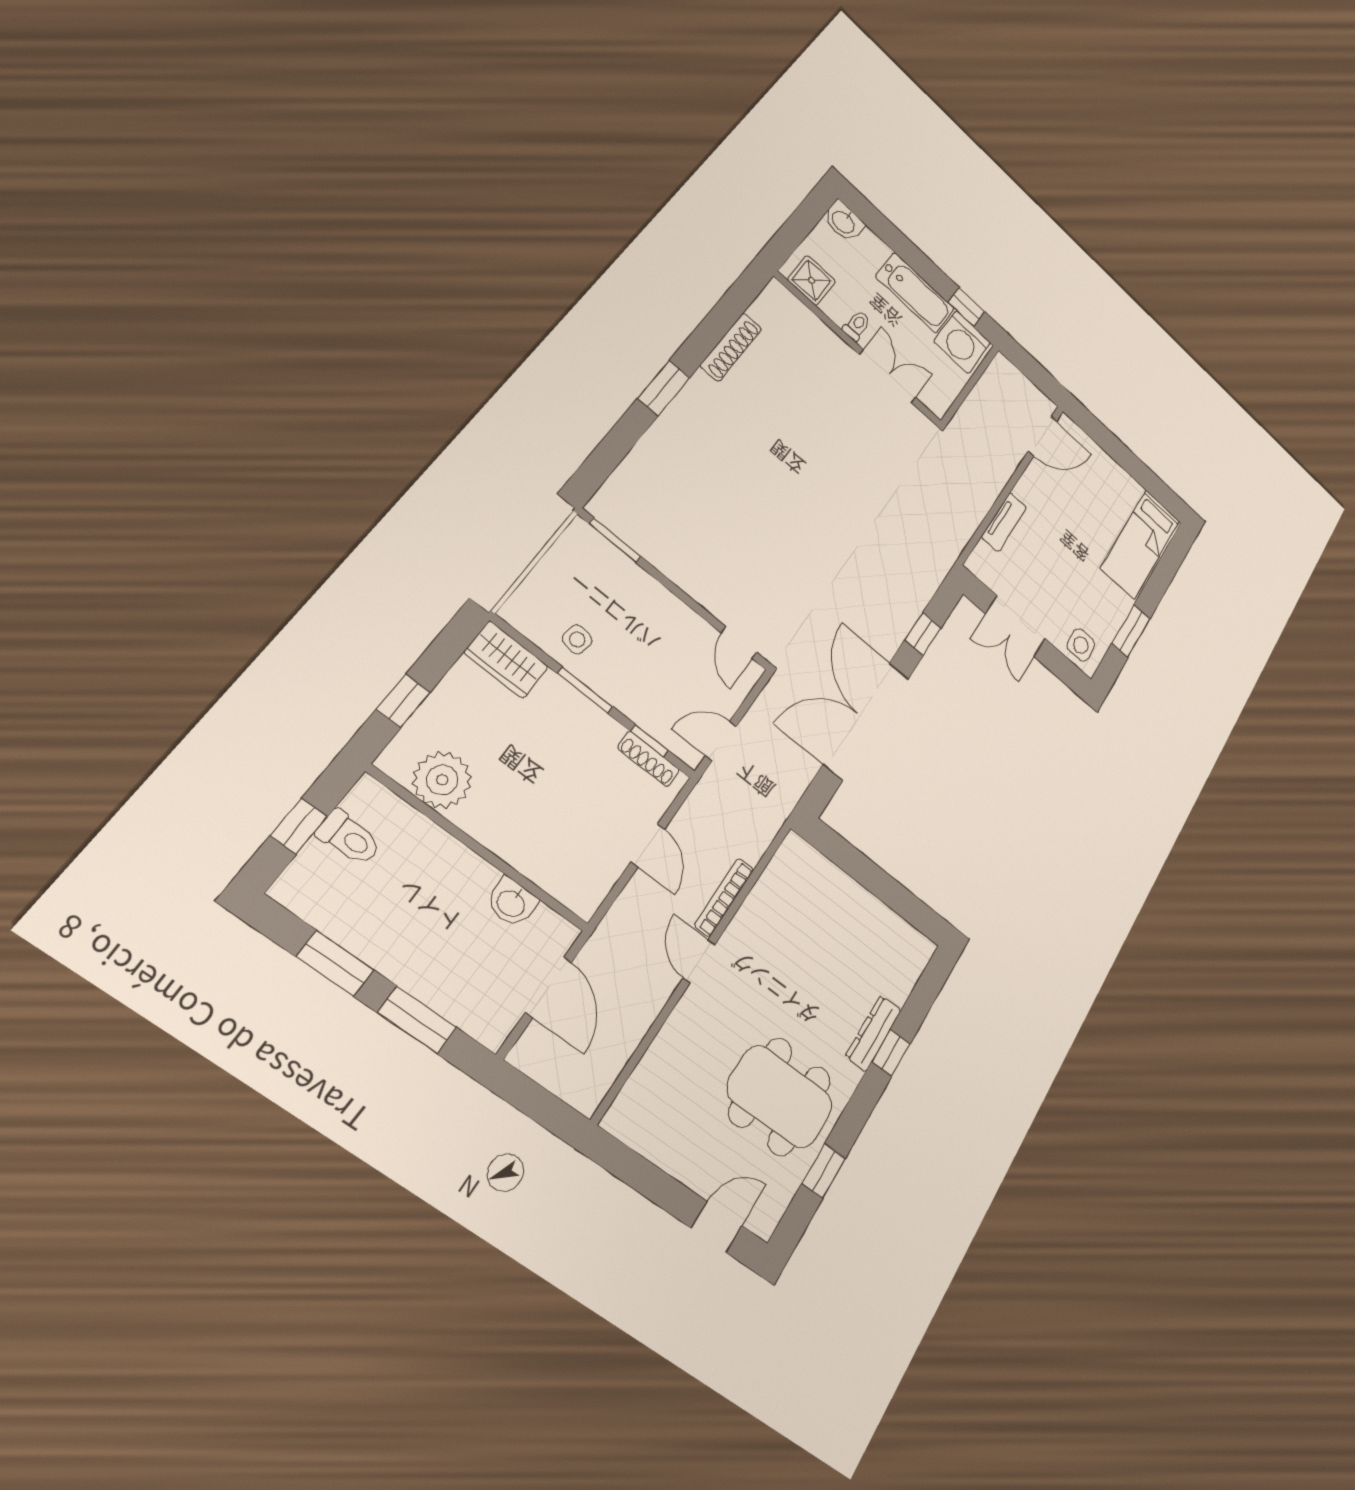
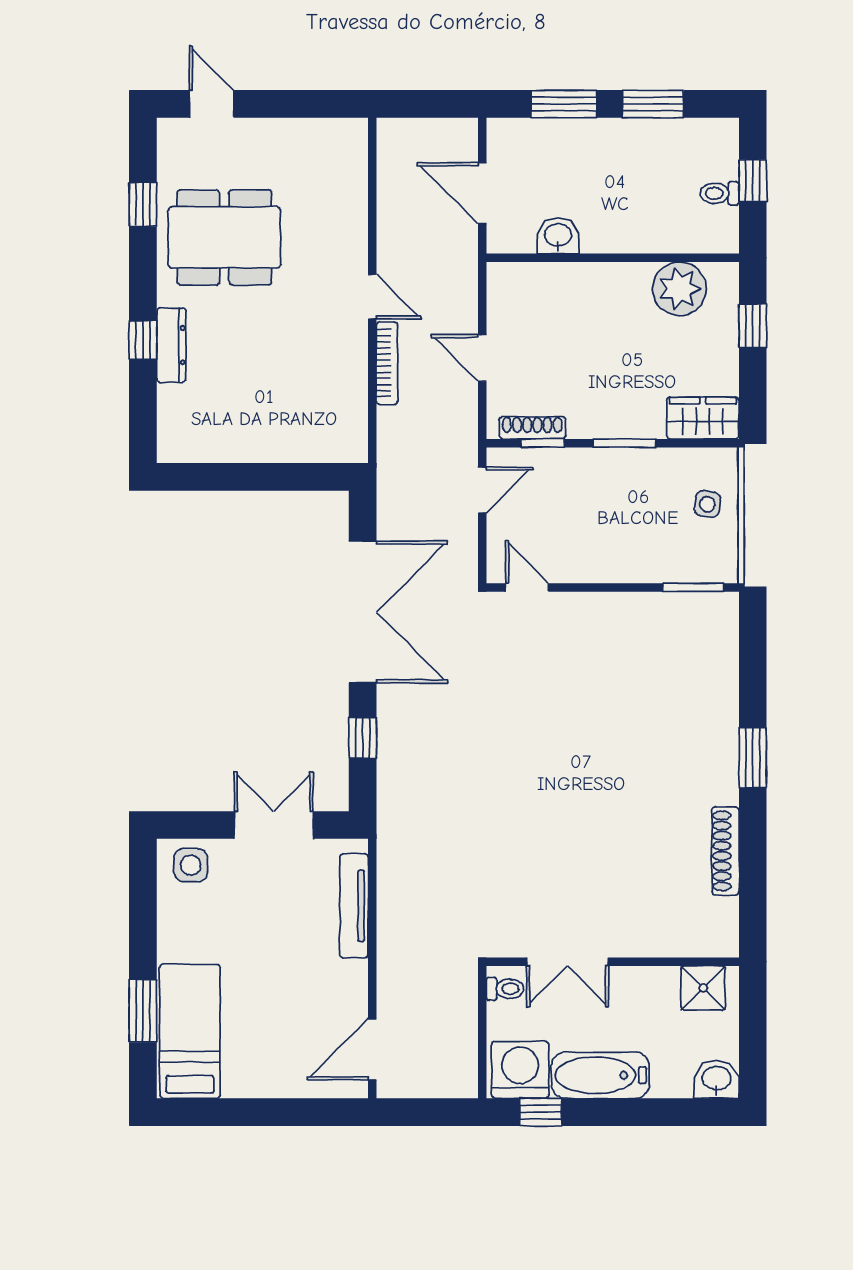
toilet: (857, 325) -> (505, 989), moved, turned -90
tv unit: (1004, 522) -> (354, 906), width x1.41
window: (1131, 631) -> (143, 1011), moved
side table: (577, 639) -> (707, 504), moved
toilet: (349, 838) -> (720, 193), width x0.73, depth x0.72
door: (717, 1227) -> (211, 104), swing flipped

